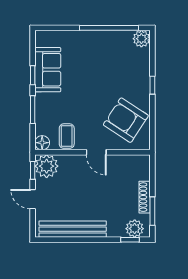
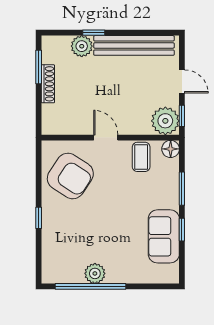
plant: (141, 39) -> (95, 273), moved
plant: (135, 229) -> (82, 46), moved
window: (130, 240) -> (94, 33), moved

